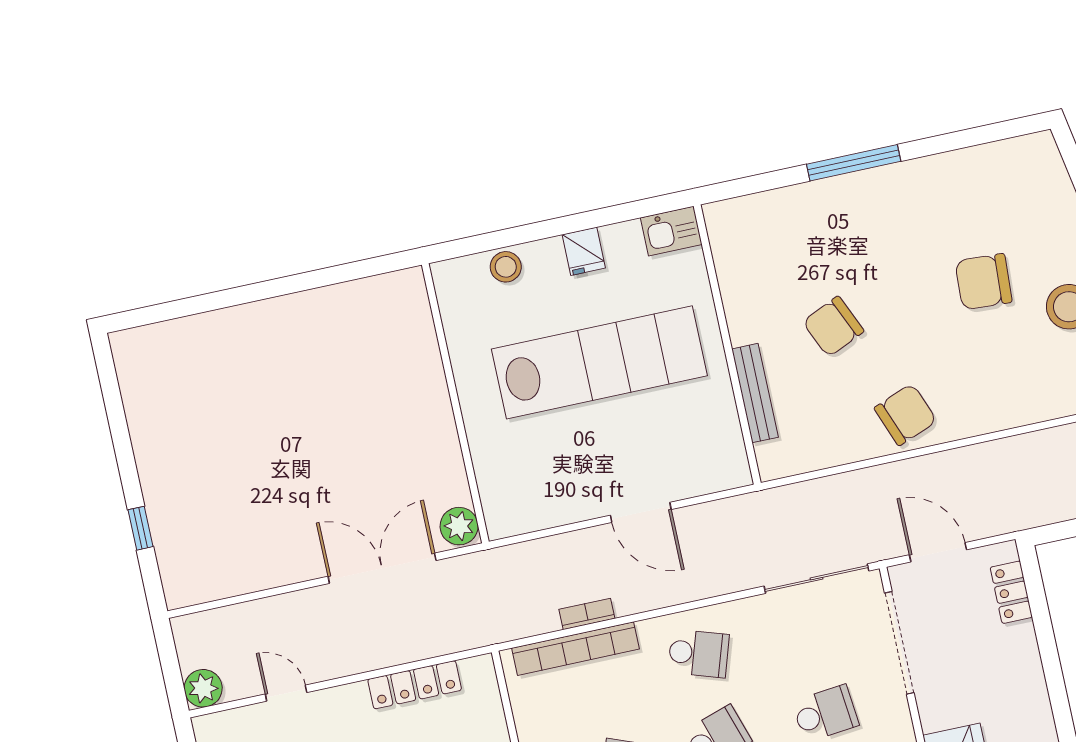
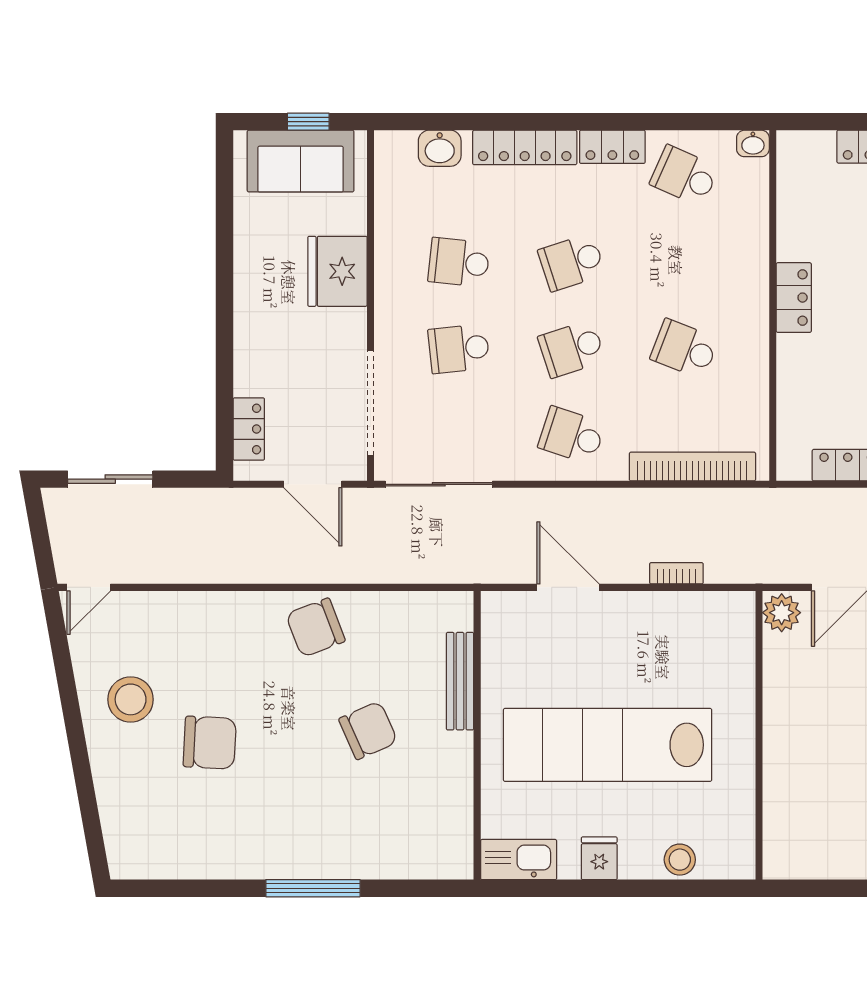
kitchen sink: (671, 231) -> (519, 860), width x1.38
door: (641, 512) -> (568, 587), moved
bookcase: (587, 614) -> (676, 573), moved, turned 180

